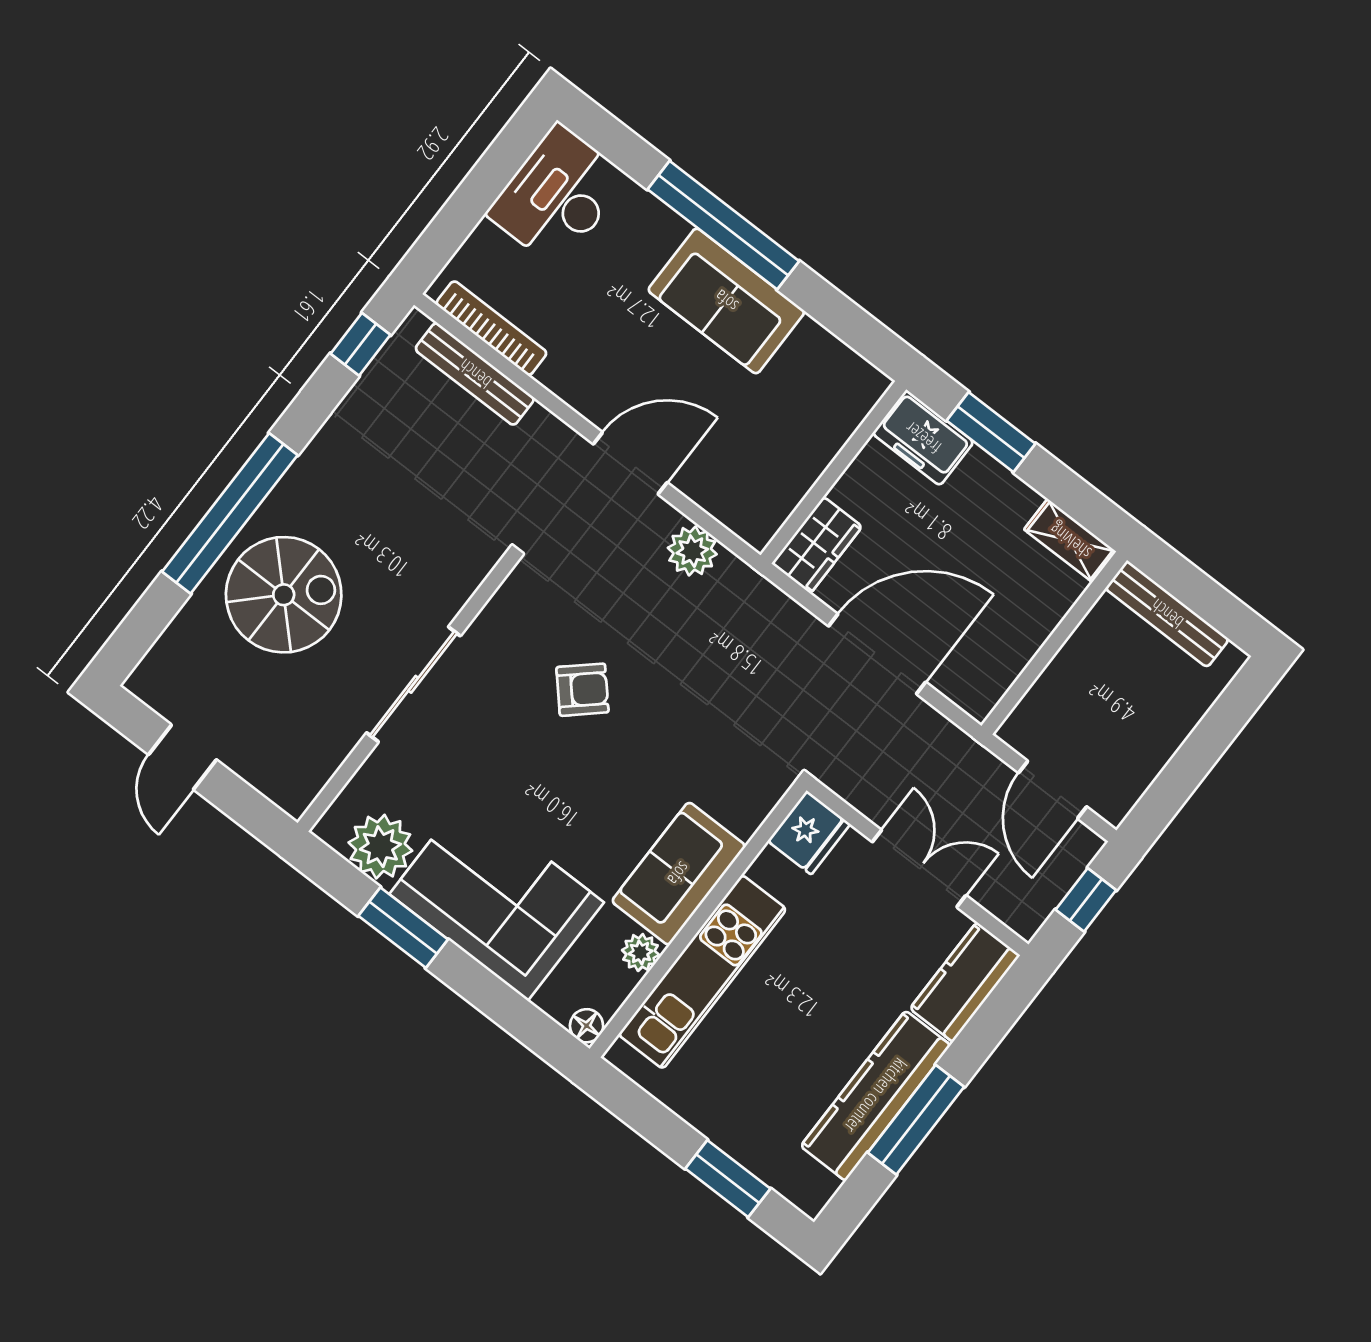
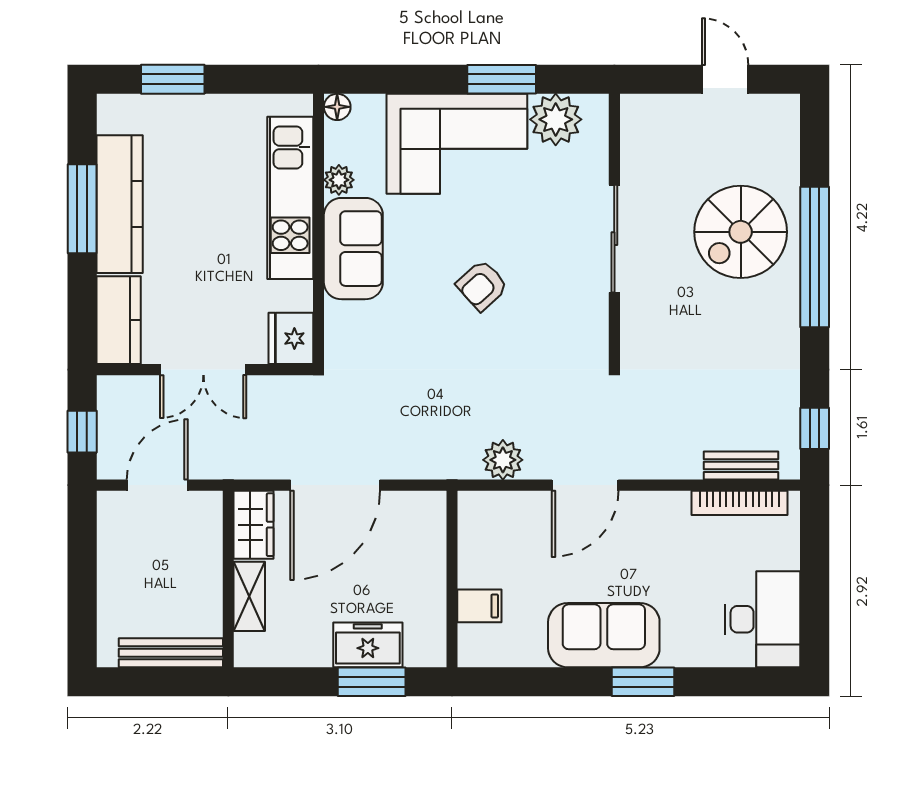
window: (723, 225) -> (643, 682), width x0.47
bench: (475, 374) -> (741, 466), width x0.73
filing cabinet: (827, 425) -> (479, 606), added
freezer: (923, 438) -> (368, 645), moved
shelving: (1070, 541) -> (249, 596), moved, turned 90
wardrobe: (817, 545) -> (254, 525), moved, turned 180
armchair: (582, 690) -> (482, 285), moved
door: (1053, 790) -> (157, 485), hinge flipped

